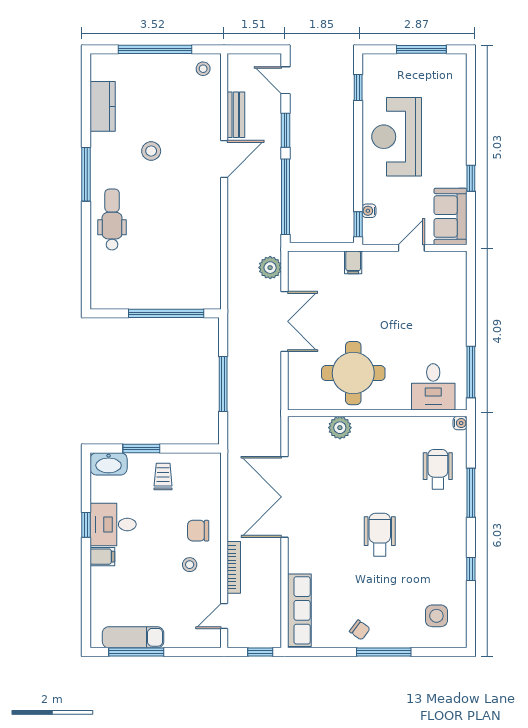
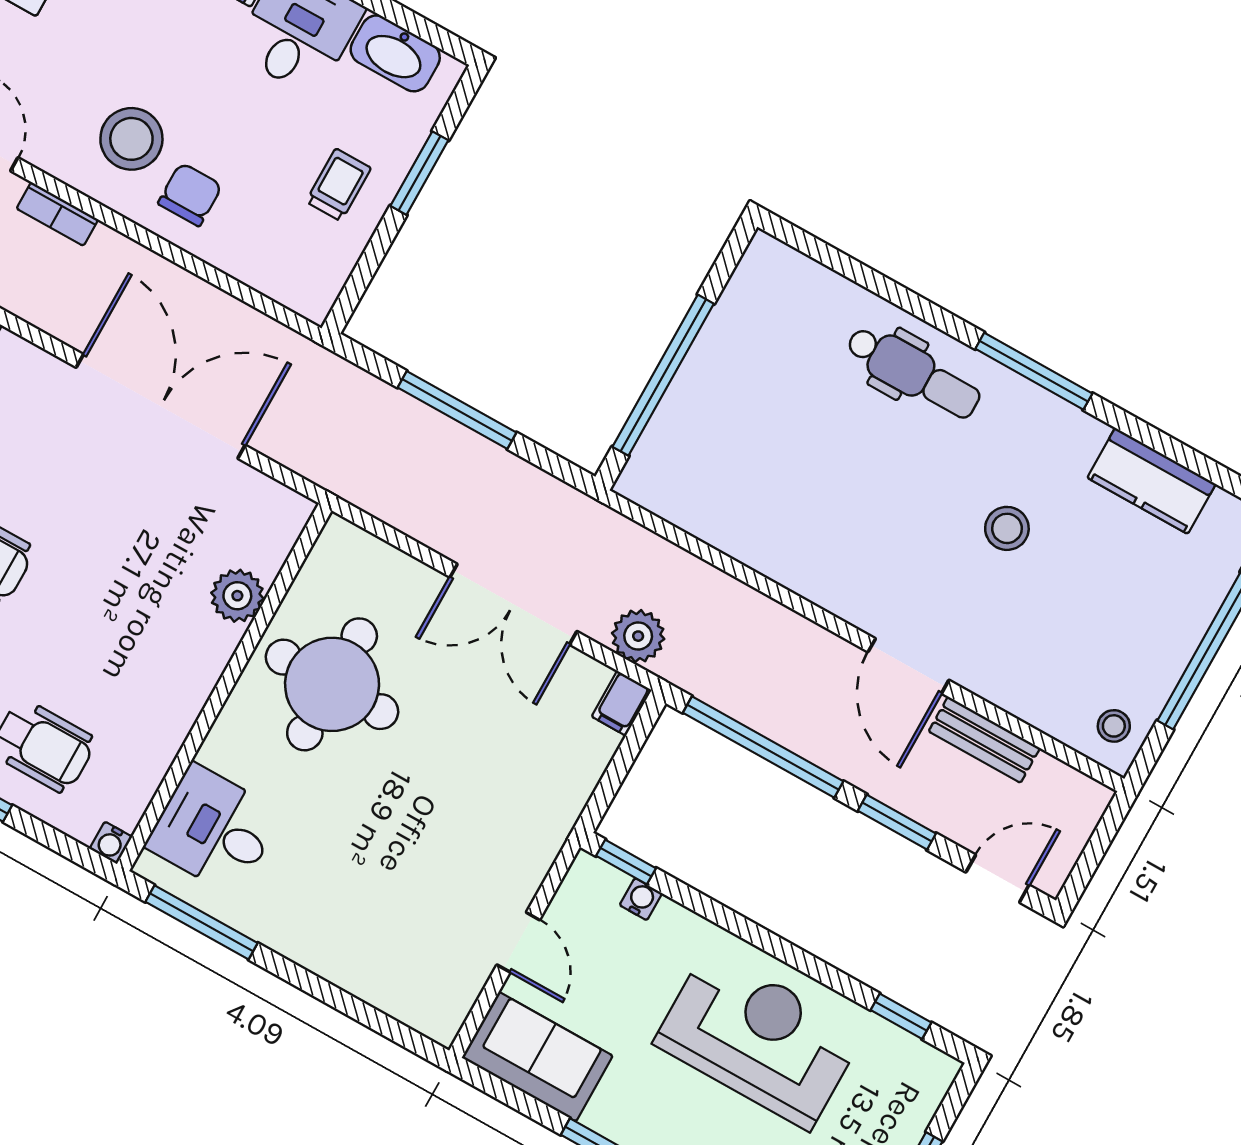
filing cabinet: (353, 262) -> (622, 703), moved, turned -90
washbasin: (109, 464) -> (395, 53), moved, turned -90
trolley: (163, 477) -> (338, 185), turned -90
stool: (190, 565) -> (131, 139), width x1.89, depth x1.89
bookcase: (234, 567) -> (57, 214), width x0.64

